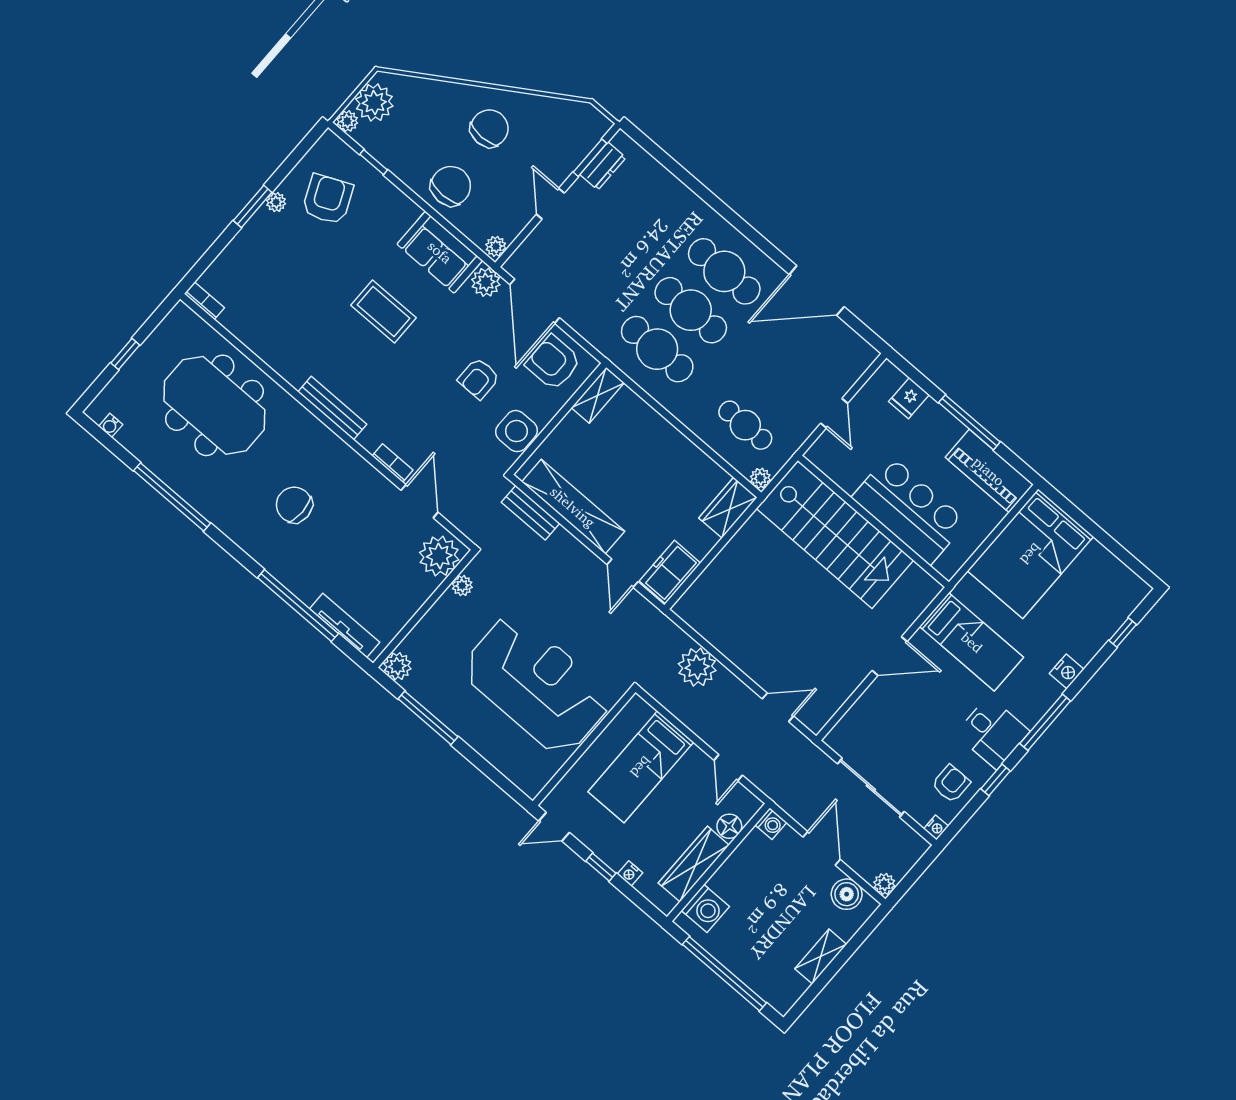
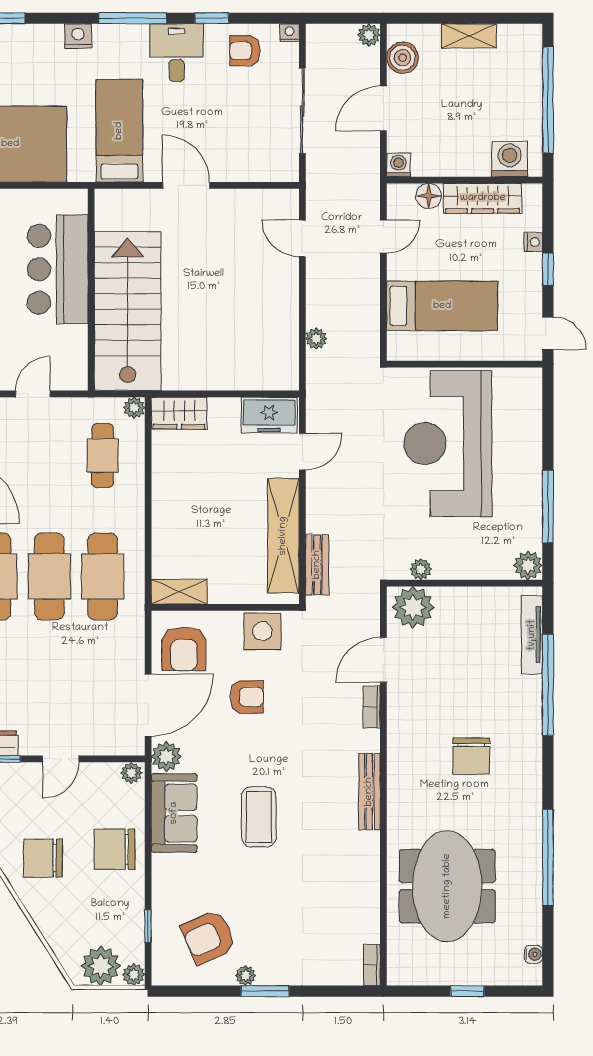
plant: (697, 667) -> (316, 339), width x0.53, depth x0.53

